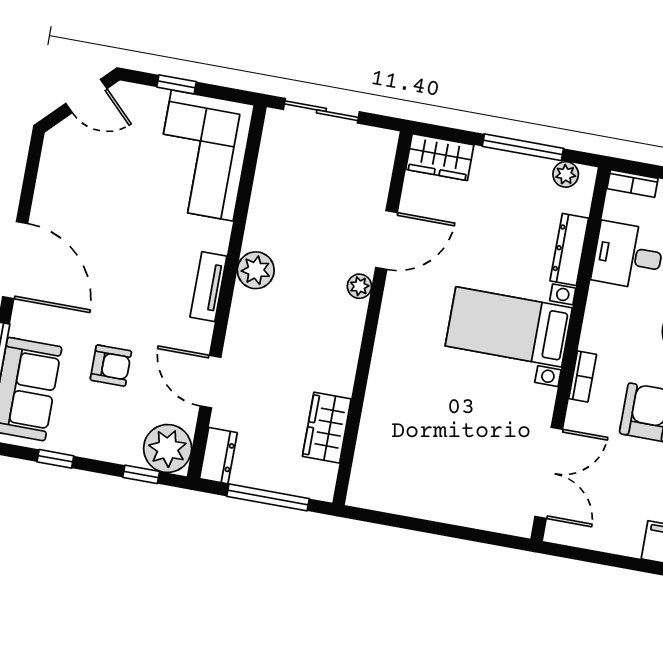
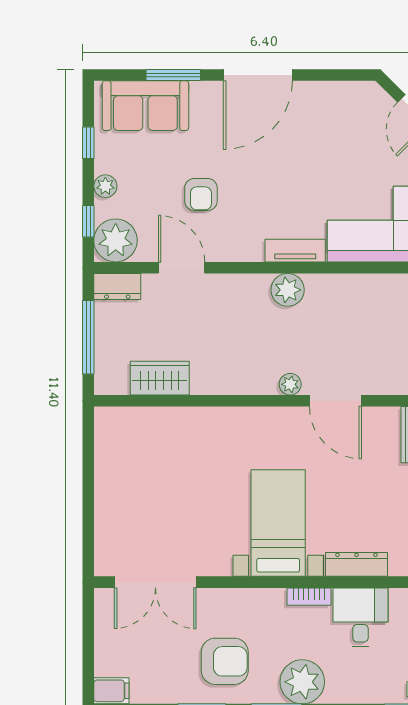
tv unit: (208, 287) -> (295, 251), moved
armchair: (111, 366) -> (201, 194), moved
bookcase: (583, 376) -> (309, 597), moved
door: (210, 382) -> (182, 268), hinge flipped
plant: (106, 449) -> (105, 186), added

